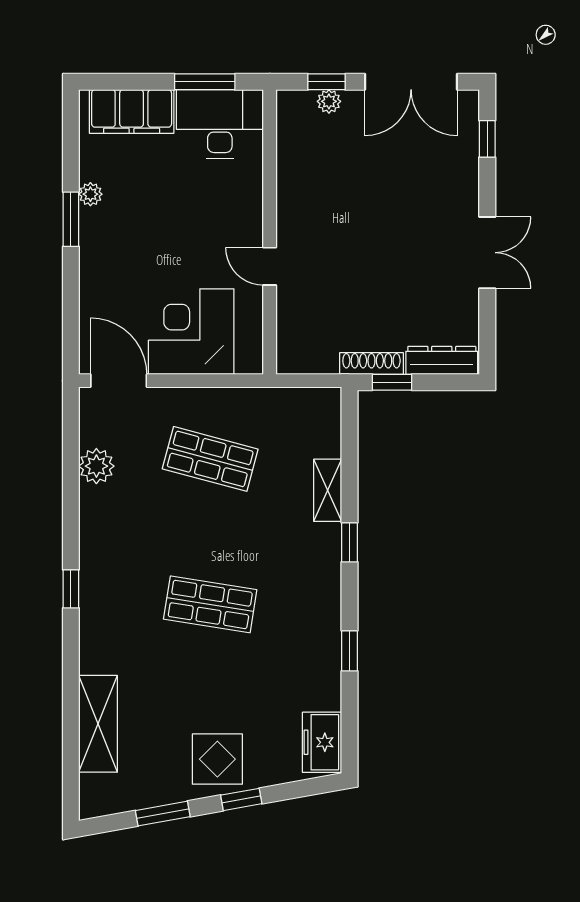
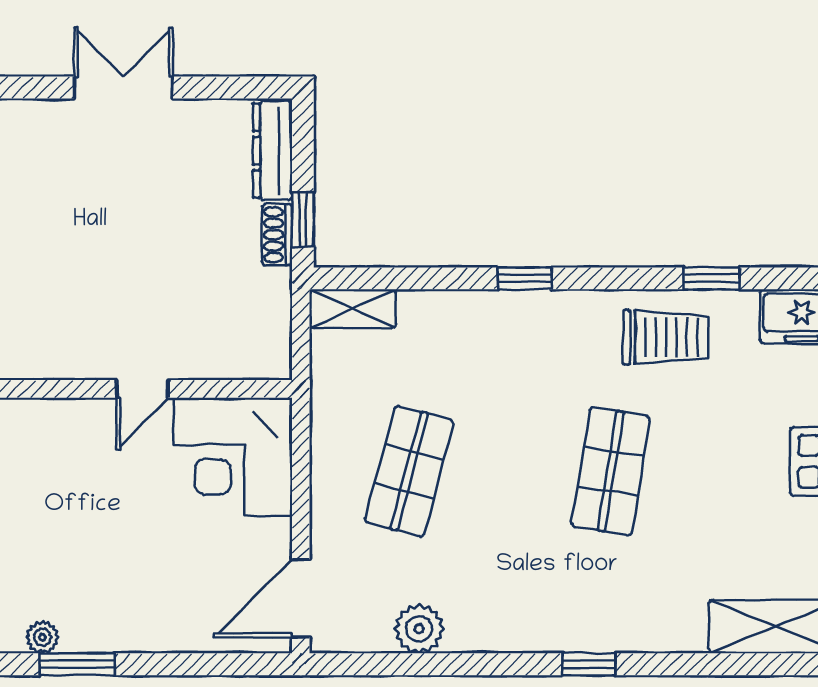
corner desk: (191, 332) -> (233, 457), moved
shoe rack: (371, 364) -> (277, 235), width x0.70
shelving: (328, 490) -> (352, 309), moved
trolley: (307, 644) -> (666, 337), added
window: (349, 651) -> (712, 278), moved

